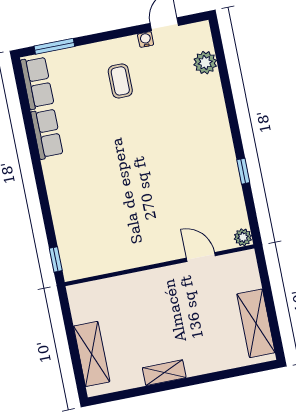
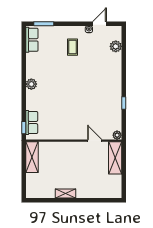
row of seats: (47, 134) -> (32, 123), moved
plant: (54, 170) -> (31, 84), added
shelving: (256, 323) -> (115, 158), moved
shelving: (92, 354) -> (32, 157), moved

